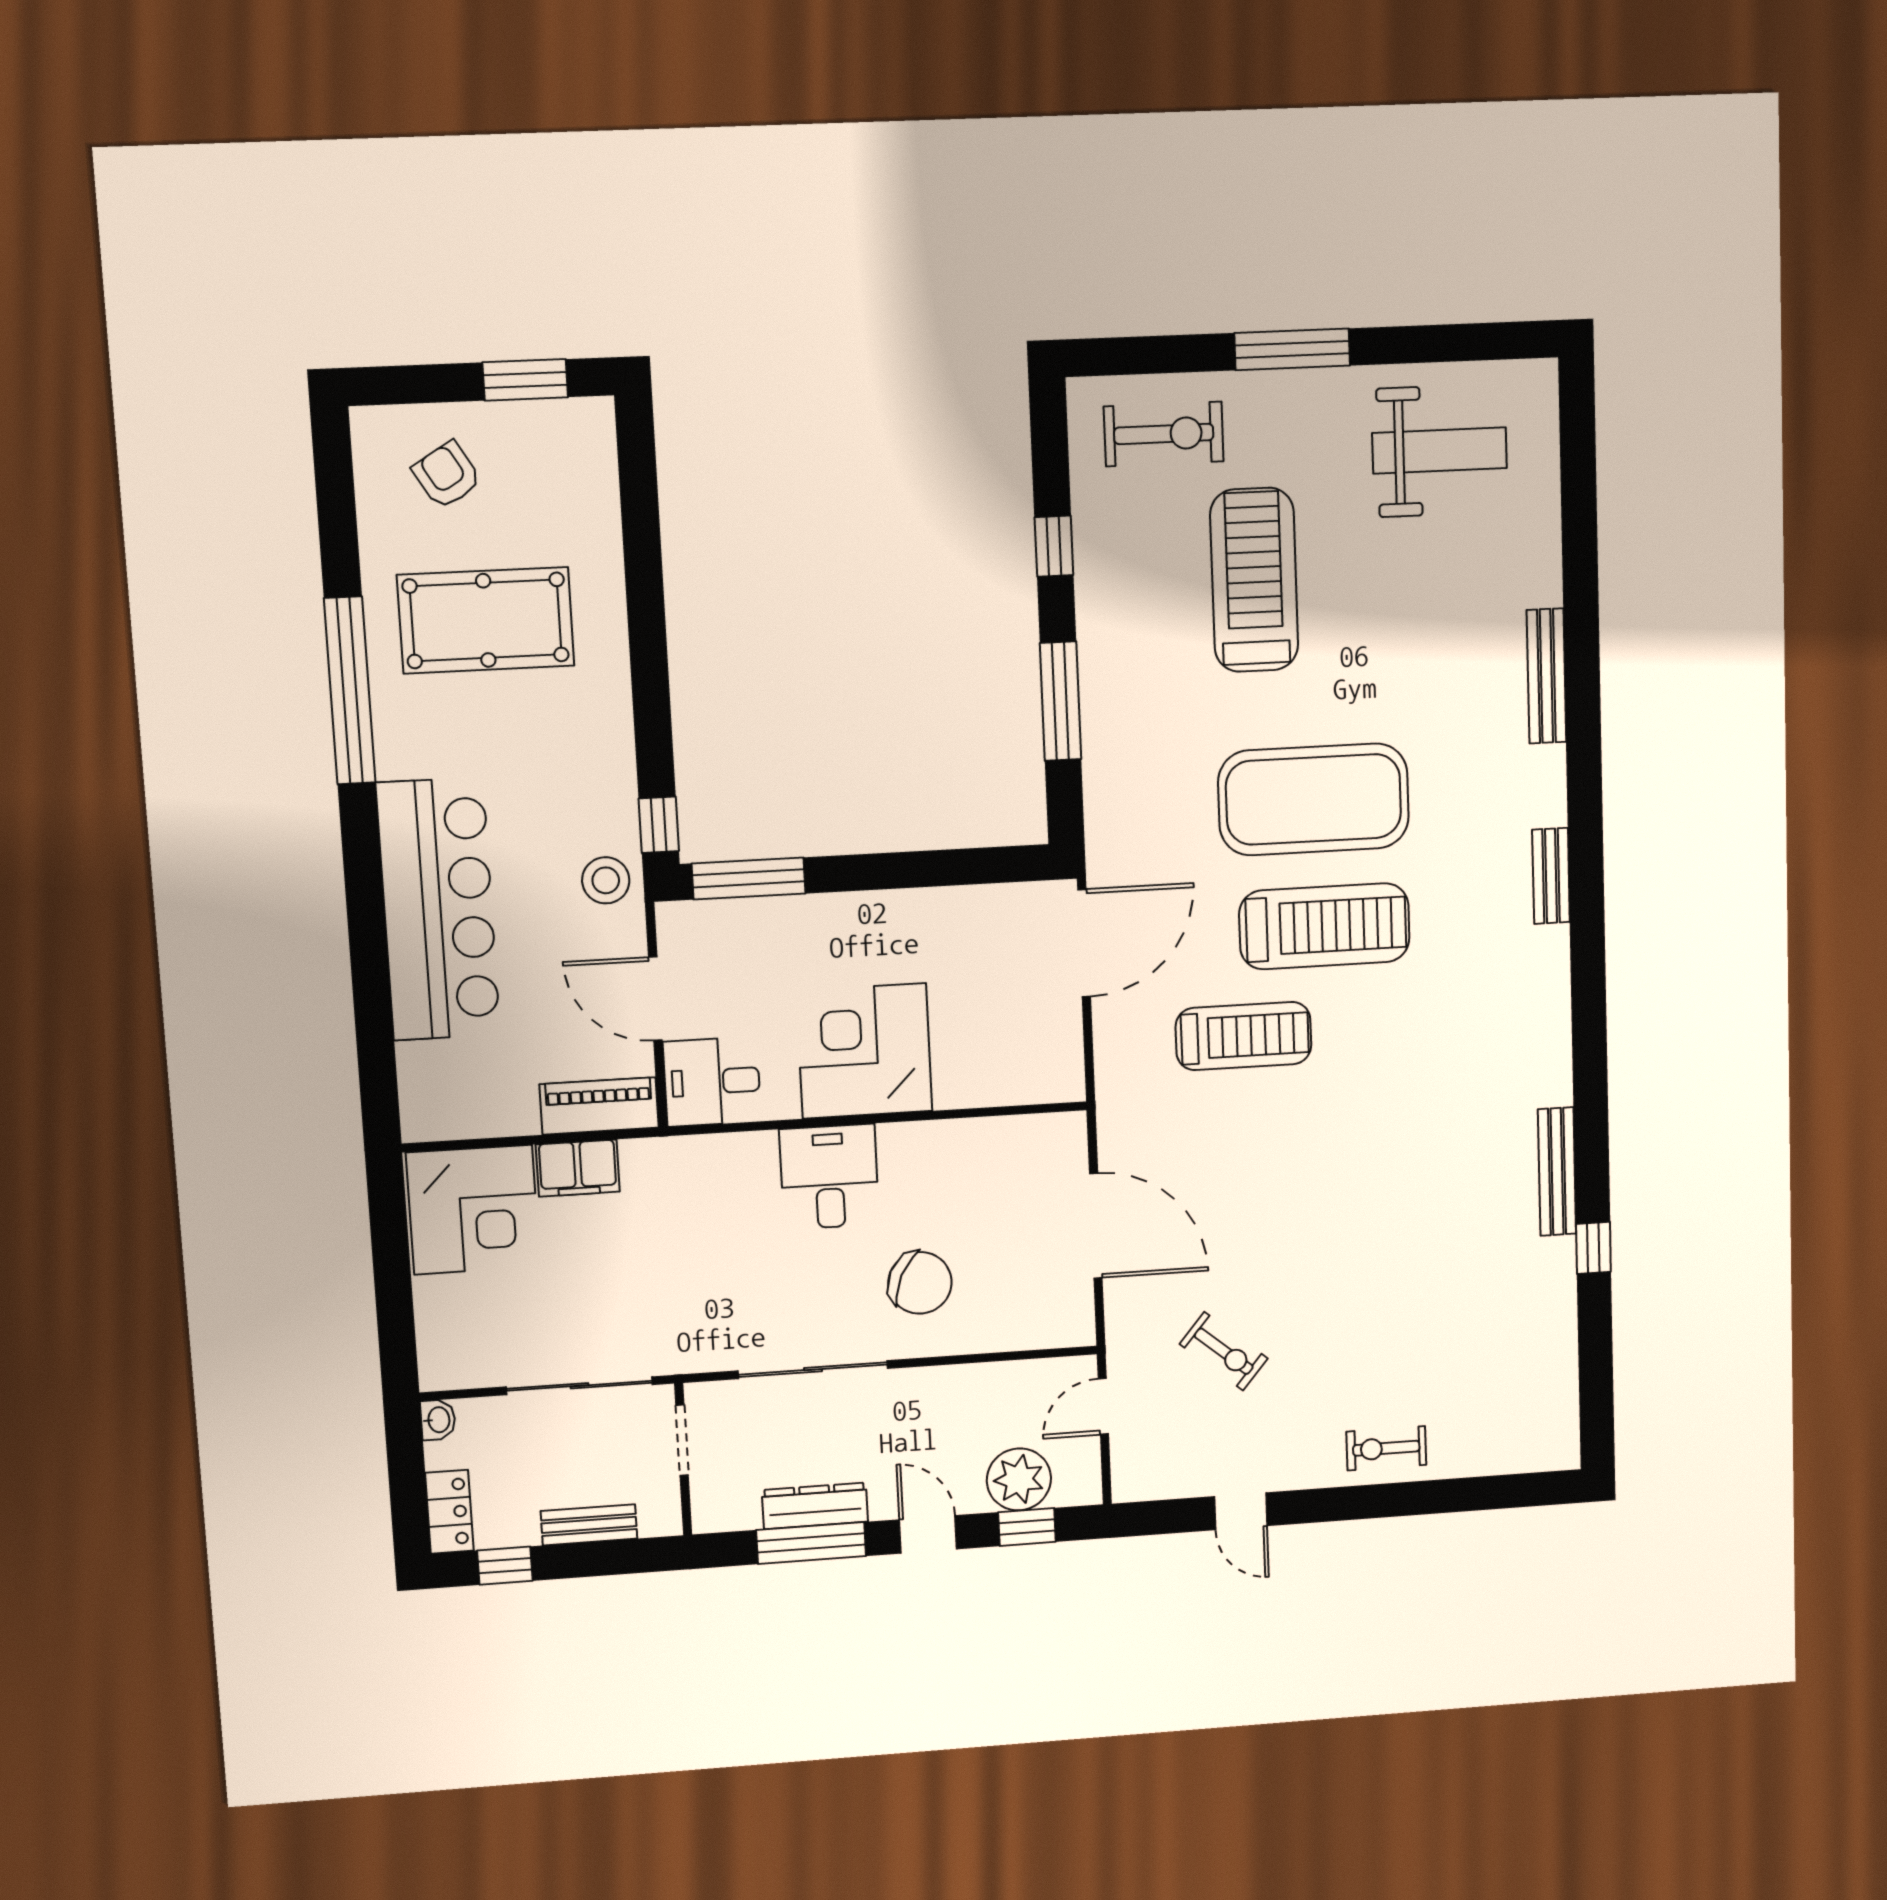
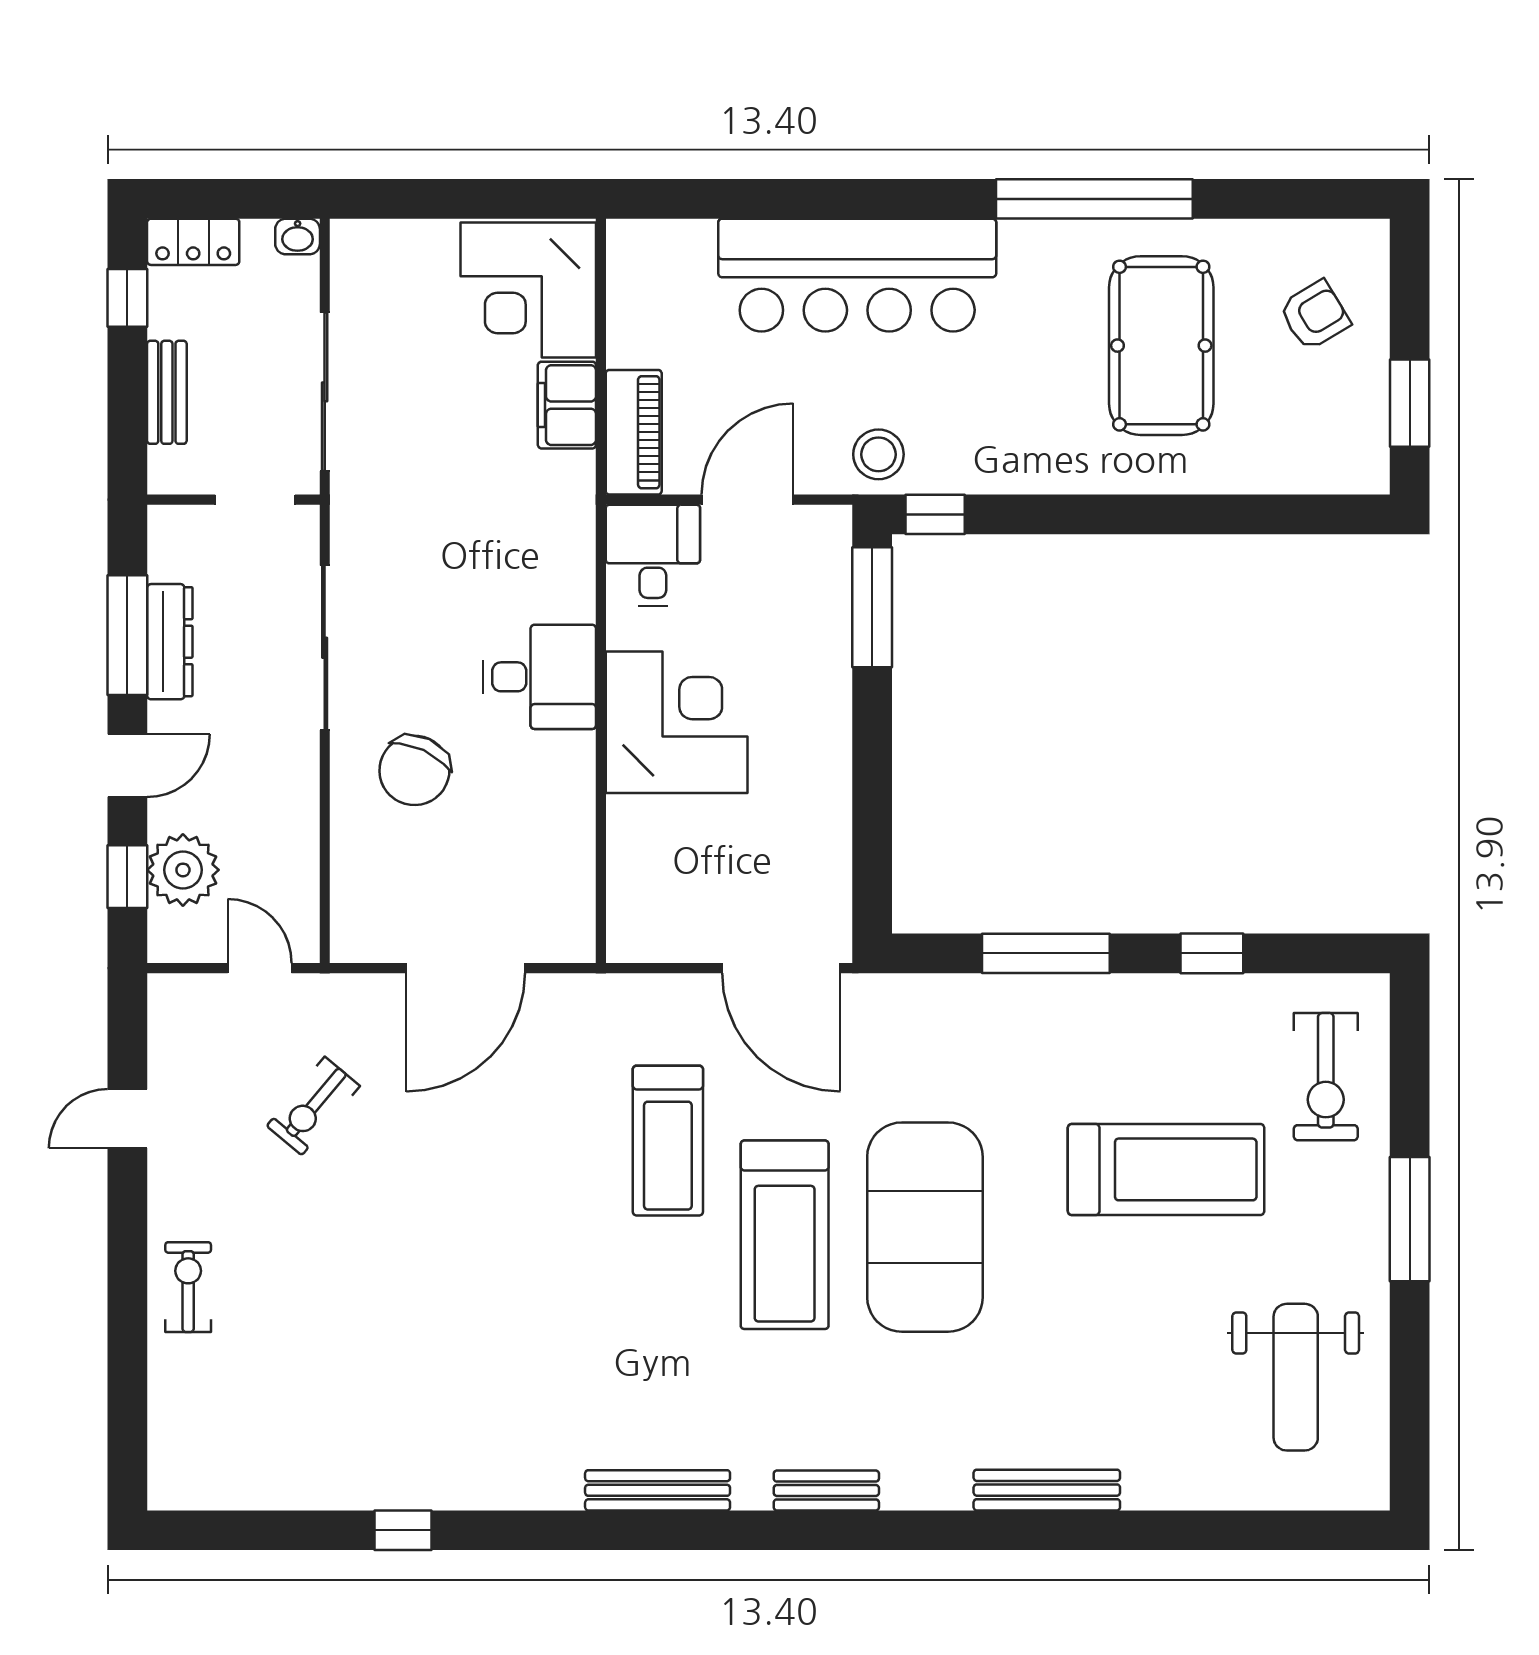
bench: (1557, 1172) -> (658, 1490), moved

